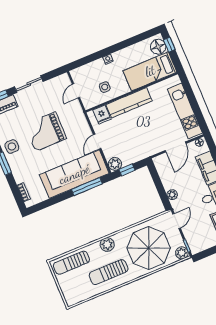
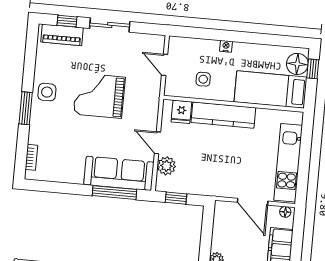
door: (76, 91) -> (165, 65), hinge flipped
door: (97, 142) -> (157, 143), hinge flipped
door: (176, 147) -> (253, 202), hinge flipped
plant: (115, 164) -> (166, 166), moved
sofa: (74, 174) -> (119, 173), width x0.74, depth x0.79

